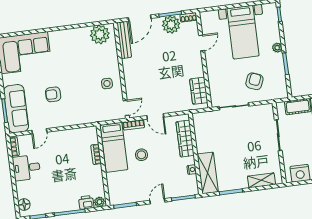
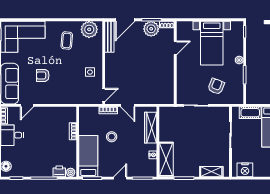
coffee table: (76, 51) -> (67, 40), added
wardrobe: (199, 91) -> (167, 88), removed
bed: (114, 147) -> (88, 156), moved, turned 180

